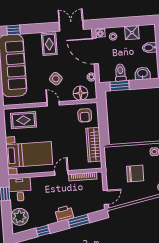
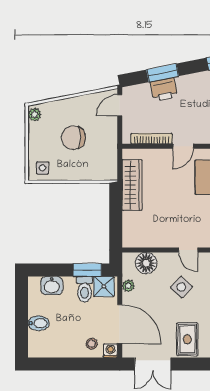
shower: (132, 33) -> (104, 286), moved
armchair: (85, 115) -> (142, 229), removed
printer: (64, 214) -> (164, 89), moved

